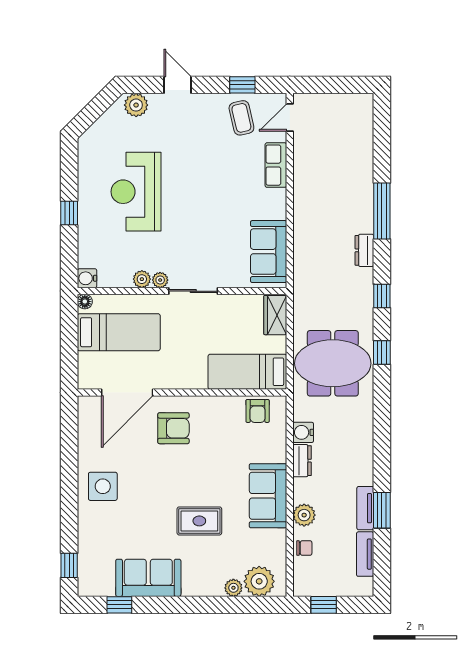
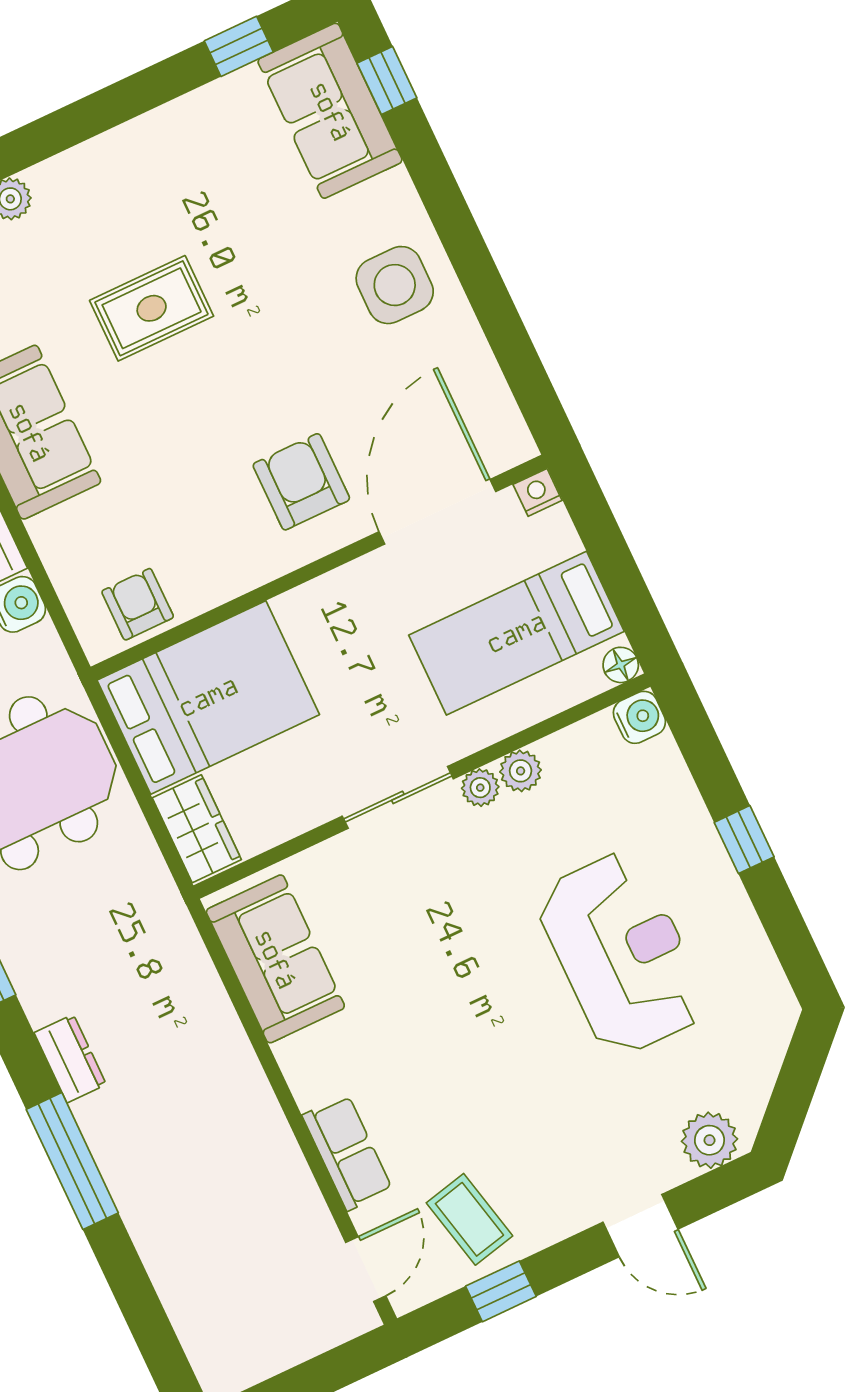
bed: (247, 372) -> (208, 697), width x1.50
nightstand: (86, 382) -> (538, 492), added
armchair: (173, 428) -> (301, 482), turned 90
sofa: (148, 578) -> (330, 111), moved, turned 90

